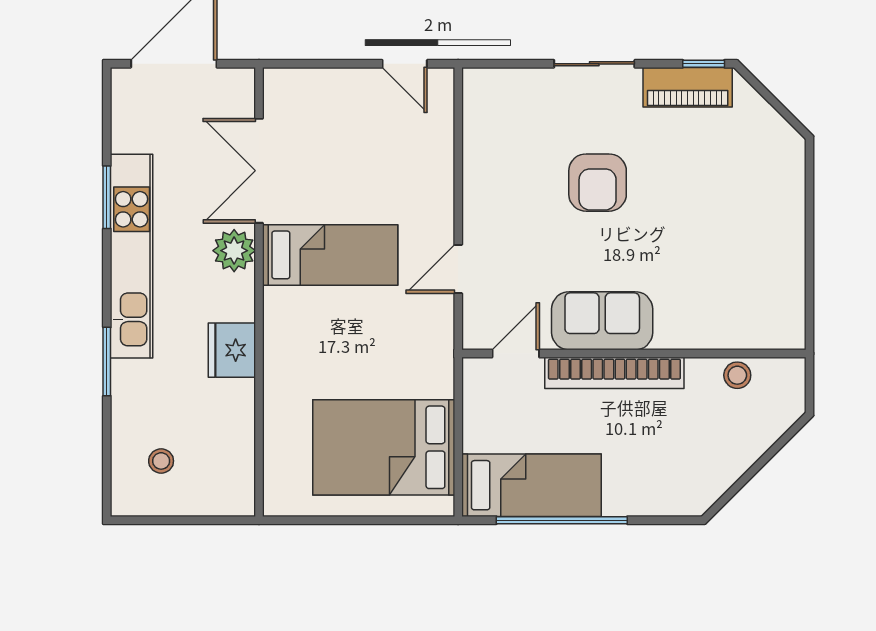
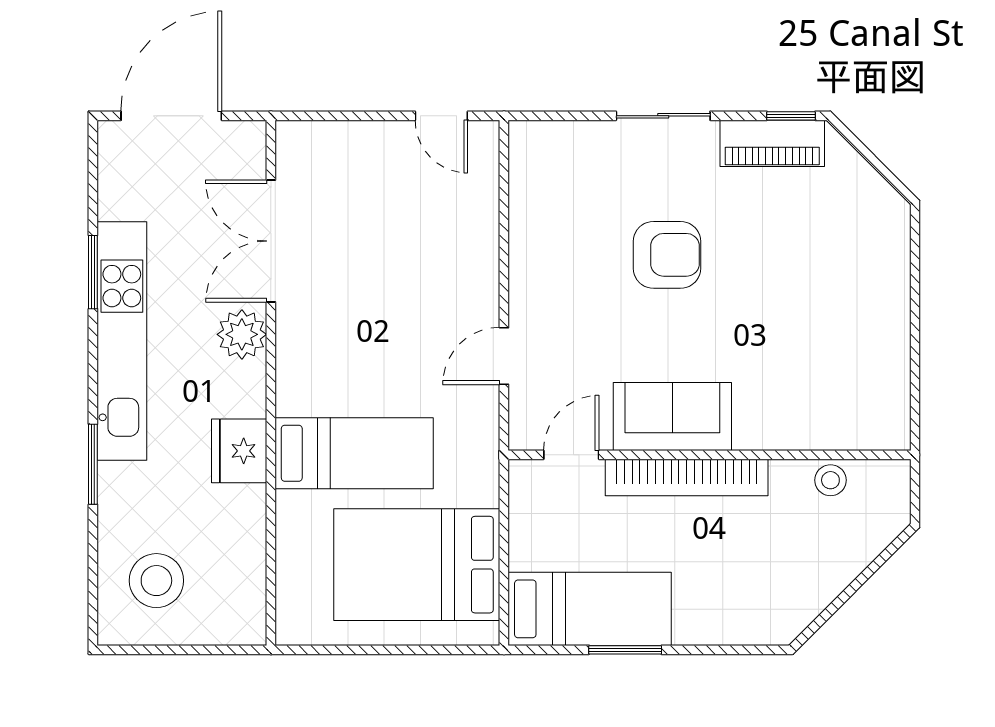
armchair: (598, 183) -> (667, 255), turned -90
bed: (330, 255) -> (354, 453), moved
stool: (161, 461) -> (156, 581), width x1.89, depth x1.89
window: (562, 520) -> (625, 650), width x0.47

